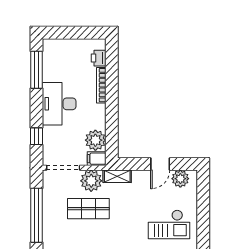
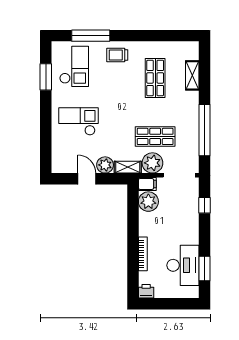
printer: (99, 58) -> (146, 291), moved, turned -90
window: (36, 70) -> (204, 269), width x0.69
desk: (59, 104) -> (183, 265), moved
door: (160, 164) -> (87, 179), hinge flipped
plant: (180, 179) -> (105, 165), moved

